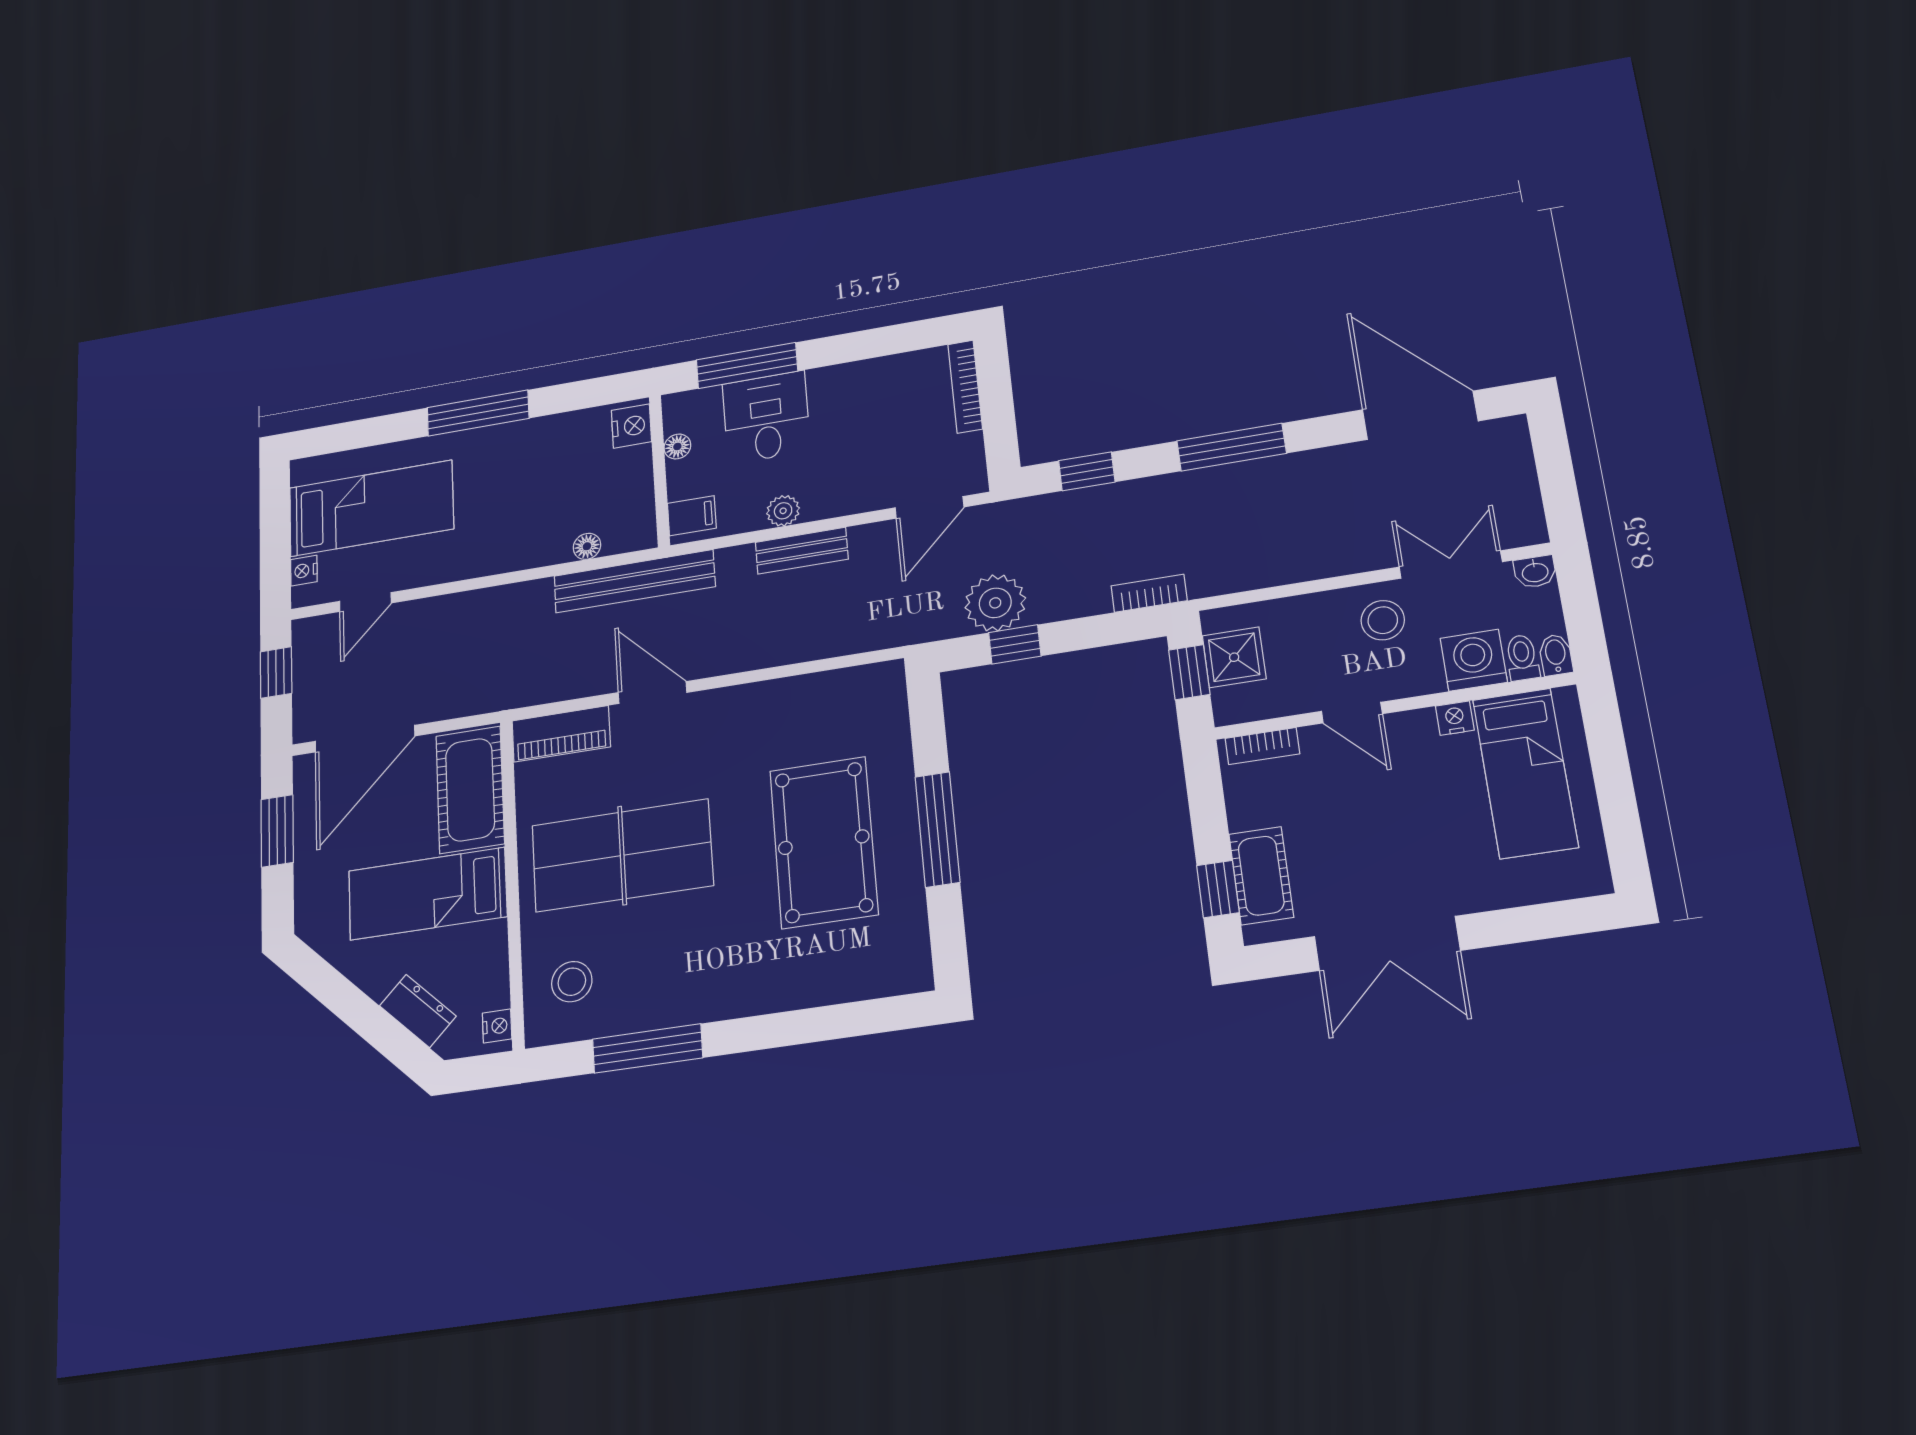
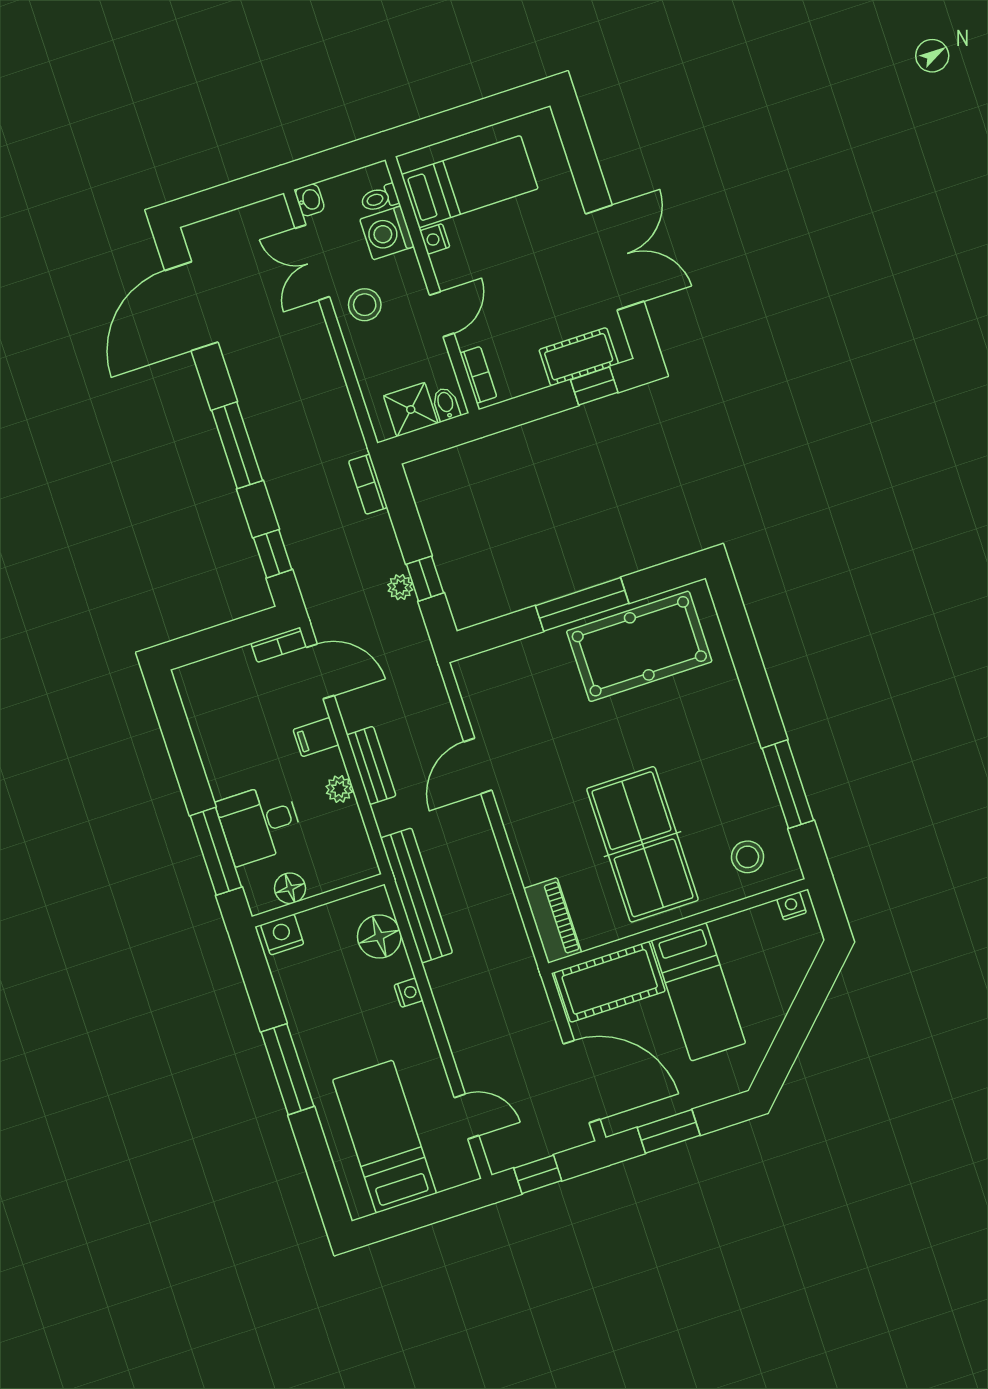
bookcase: (965, 387) -> (279, 645), moved, width x0.64
floor lamp: (677, 447) -> (290, 888), width x1.37, depth x1.37
filing cabinet: (692, 516) -> (316, 737), moved, turned -90
floor lamp: (587, 546) -> (379, 937), width x1.89, depth x1.89
nightstand: (304, 571) -> (409, 993), moved, turned -90
plant: (995, 603) -> (400, 587), width x0.53, depth x0.53
bidet: (1556, 655) -> (446, 404), moved, turned 90
window: (1189, 672) -> (428, 441), removed
door: (652, 693) -> (478, 766), moved
pool table: (824, 842) -> (639, 646), moved
dresser: (418, 1011) -> (791, 972), removed

